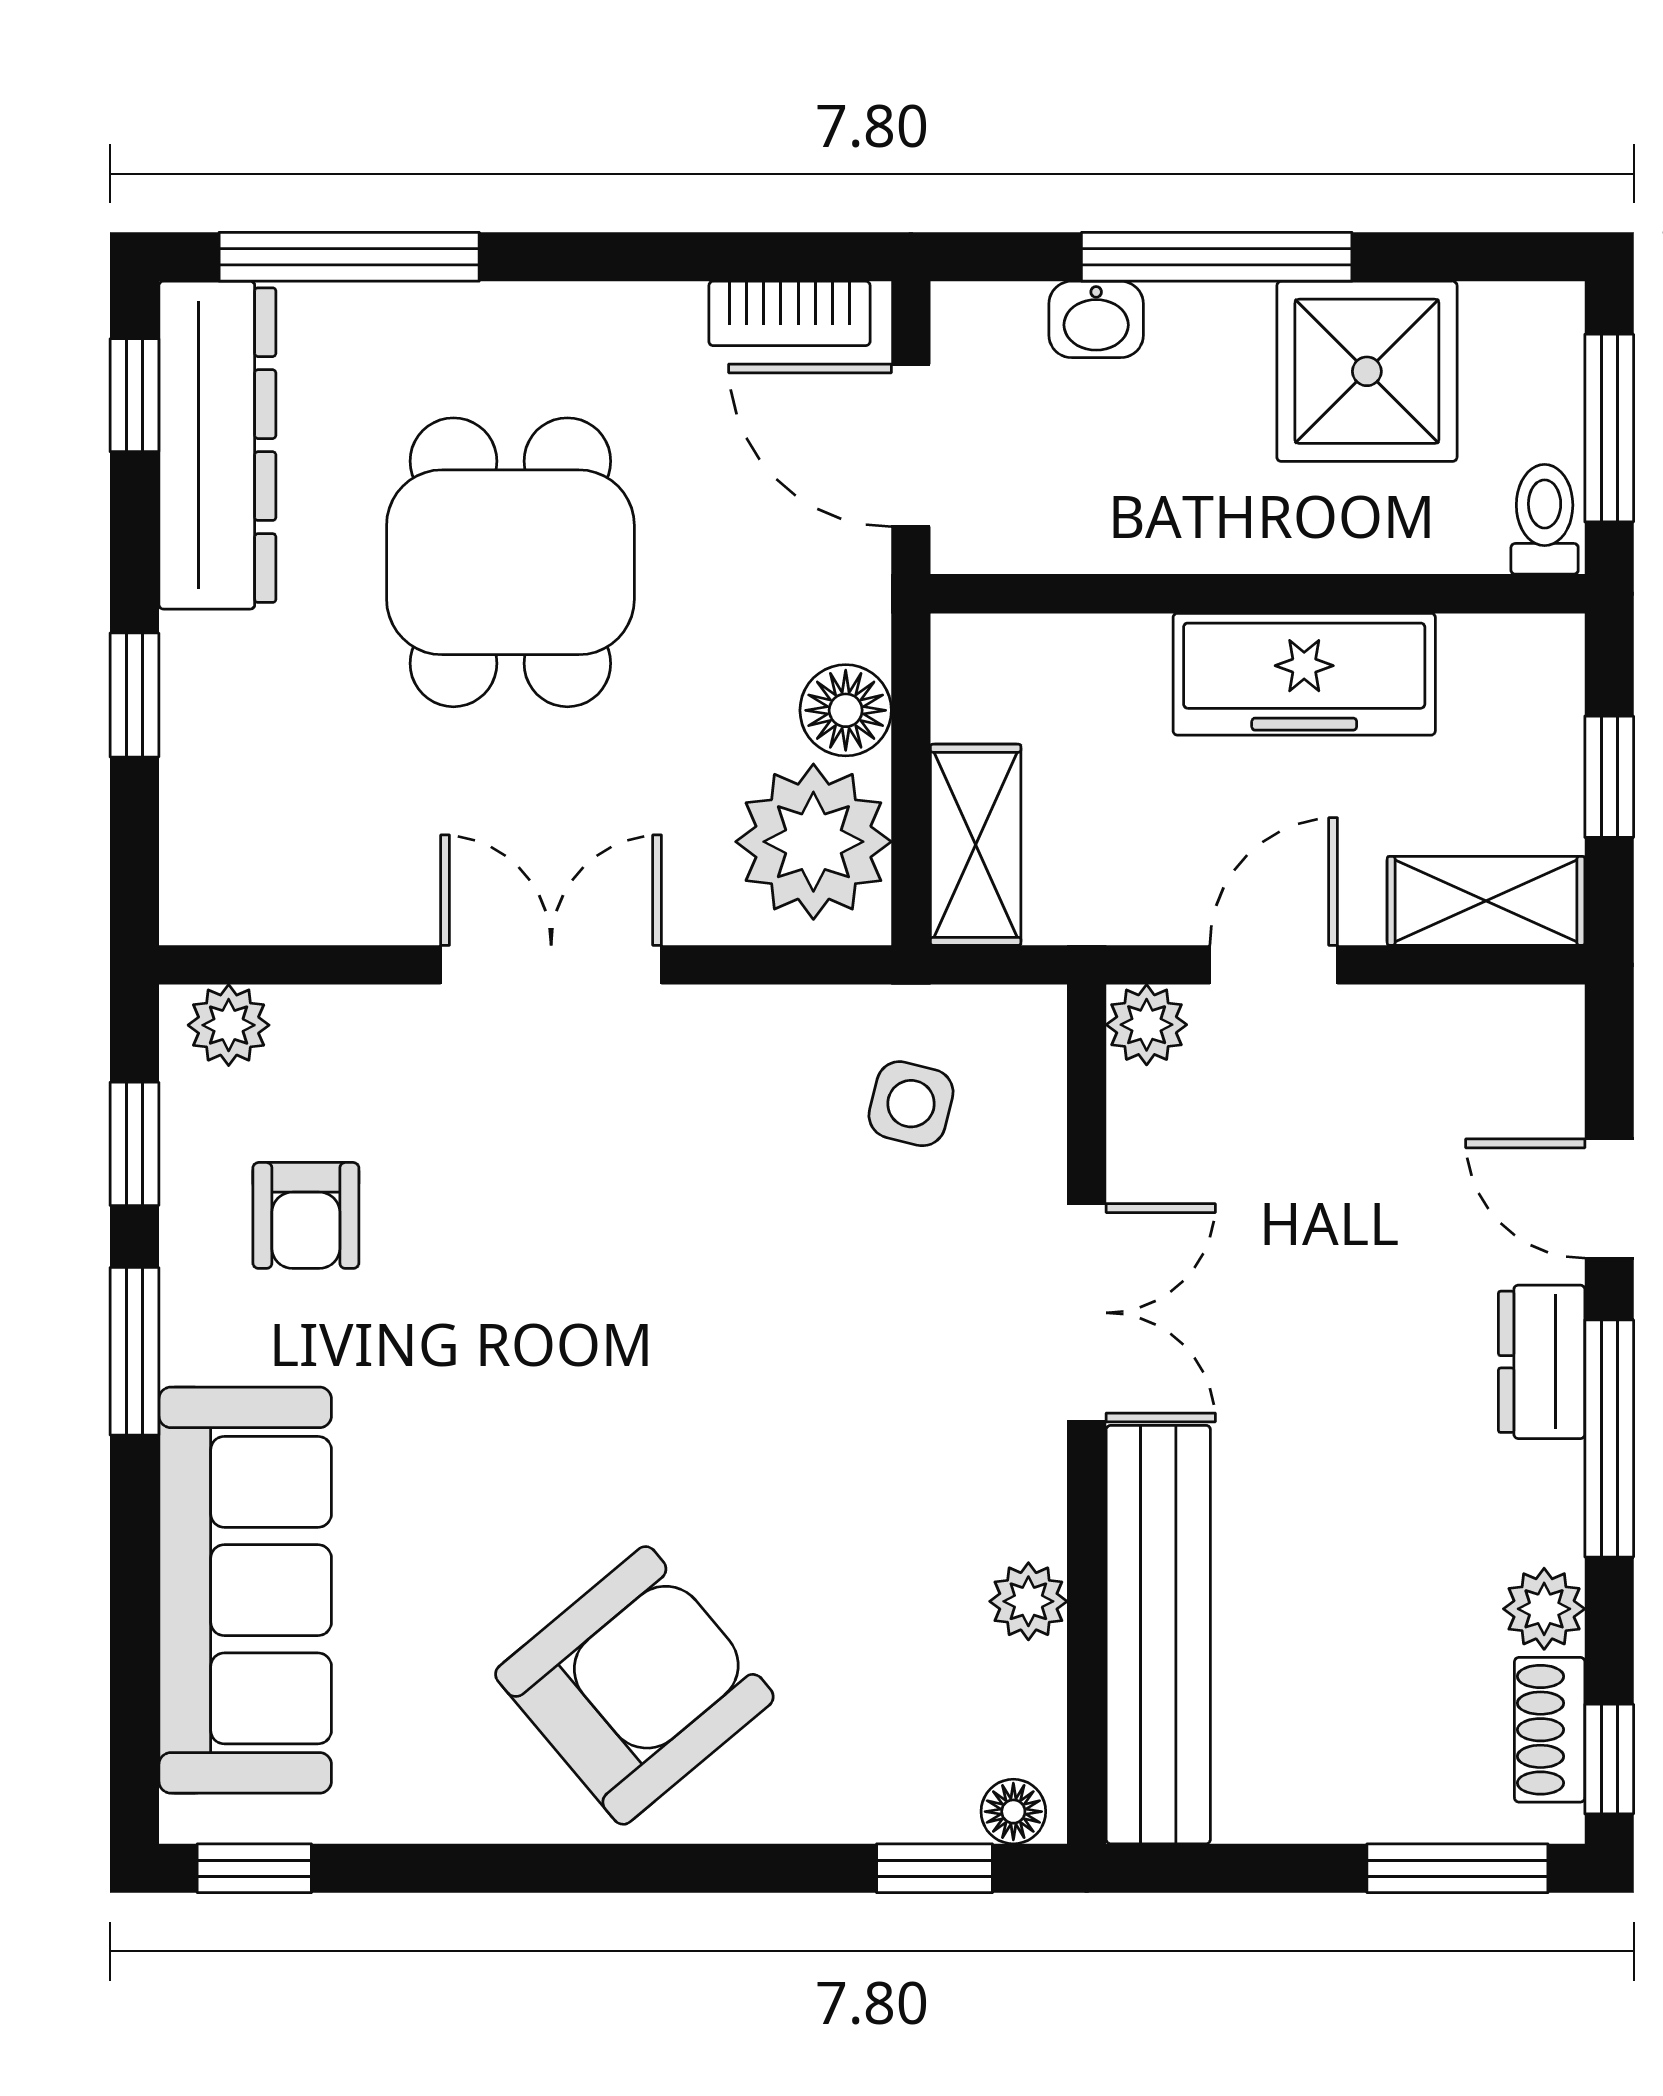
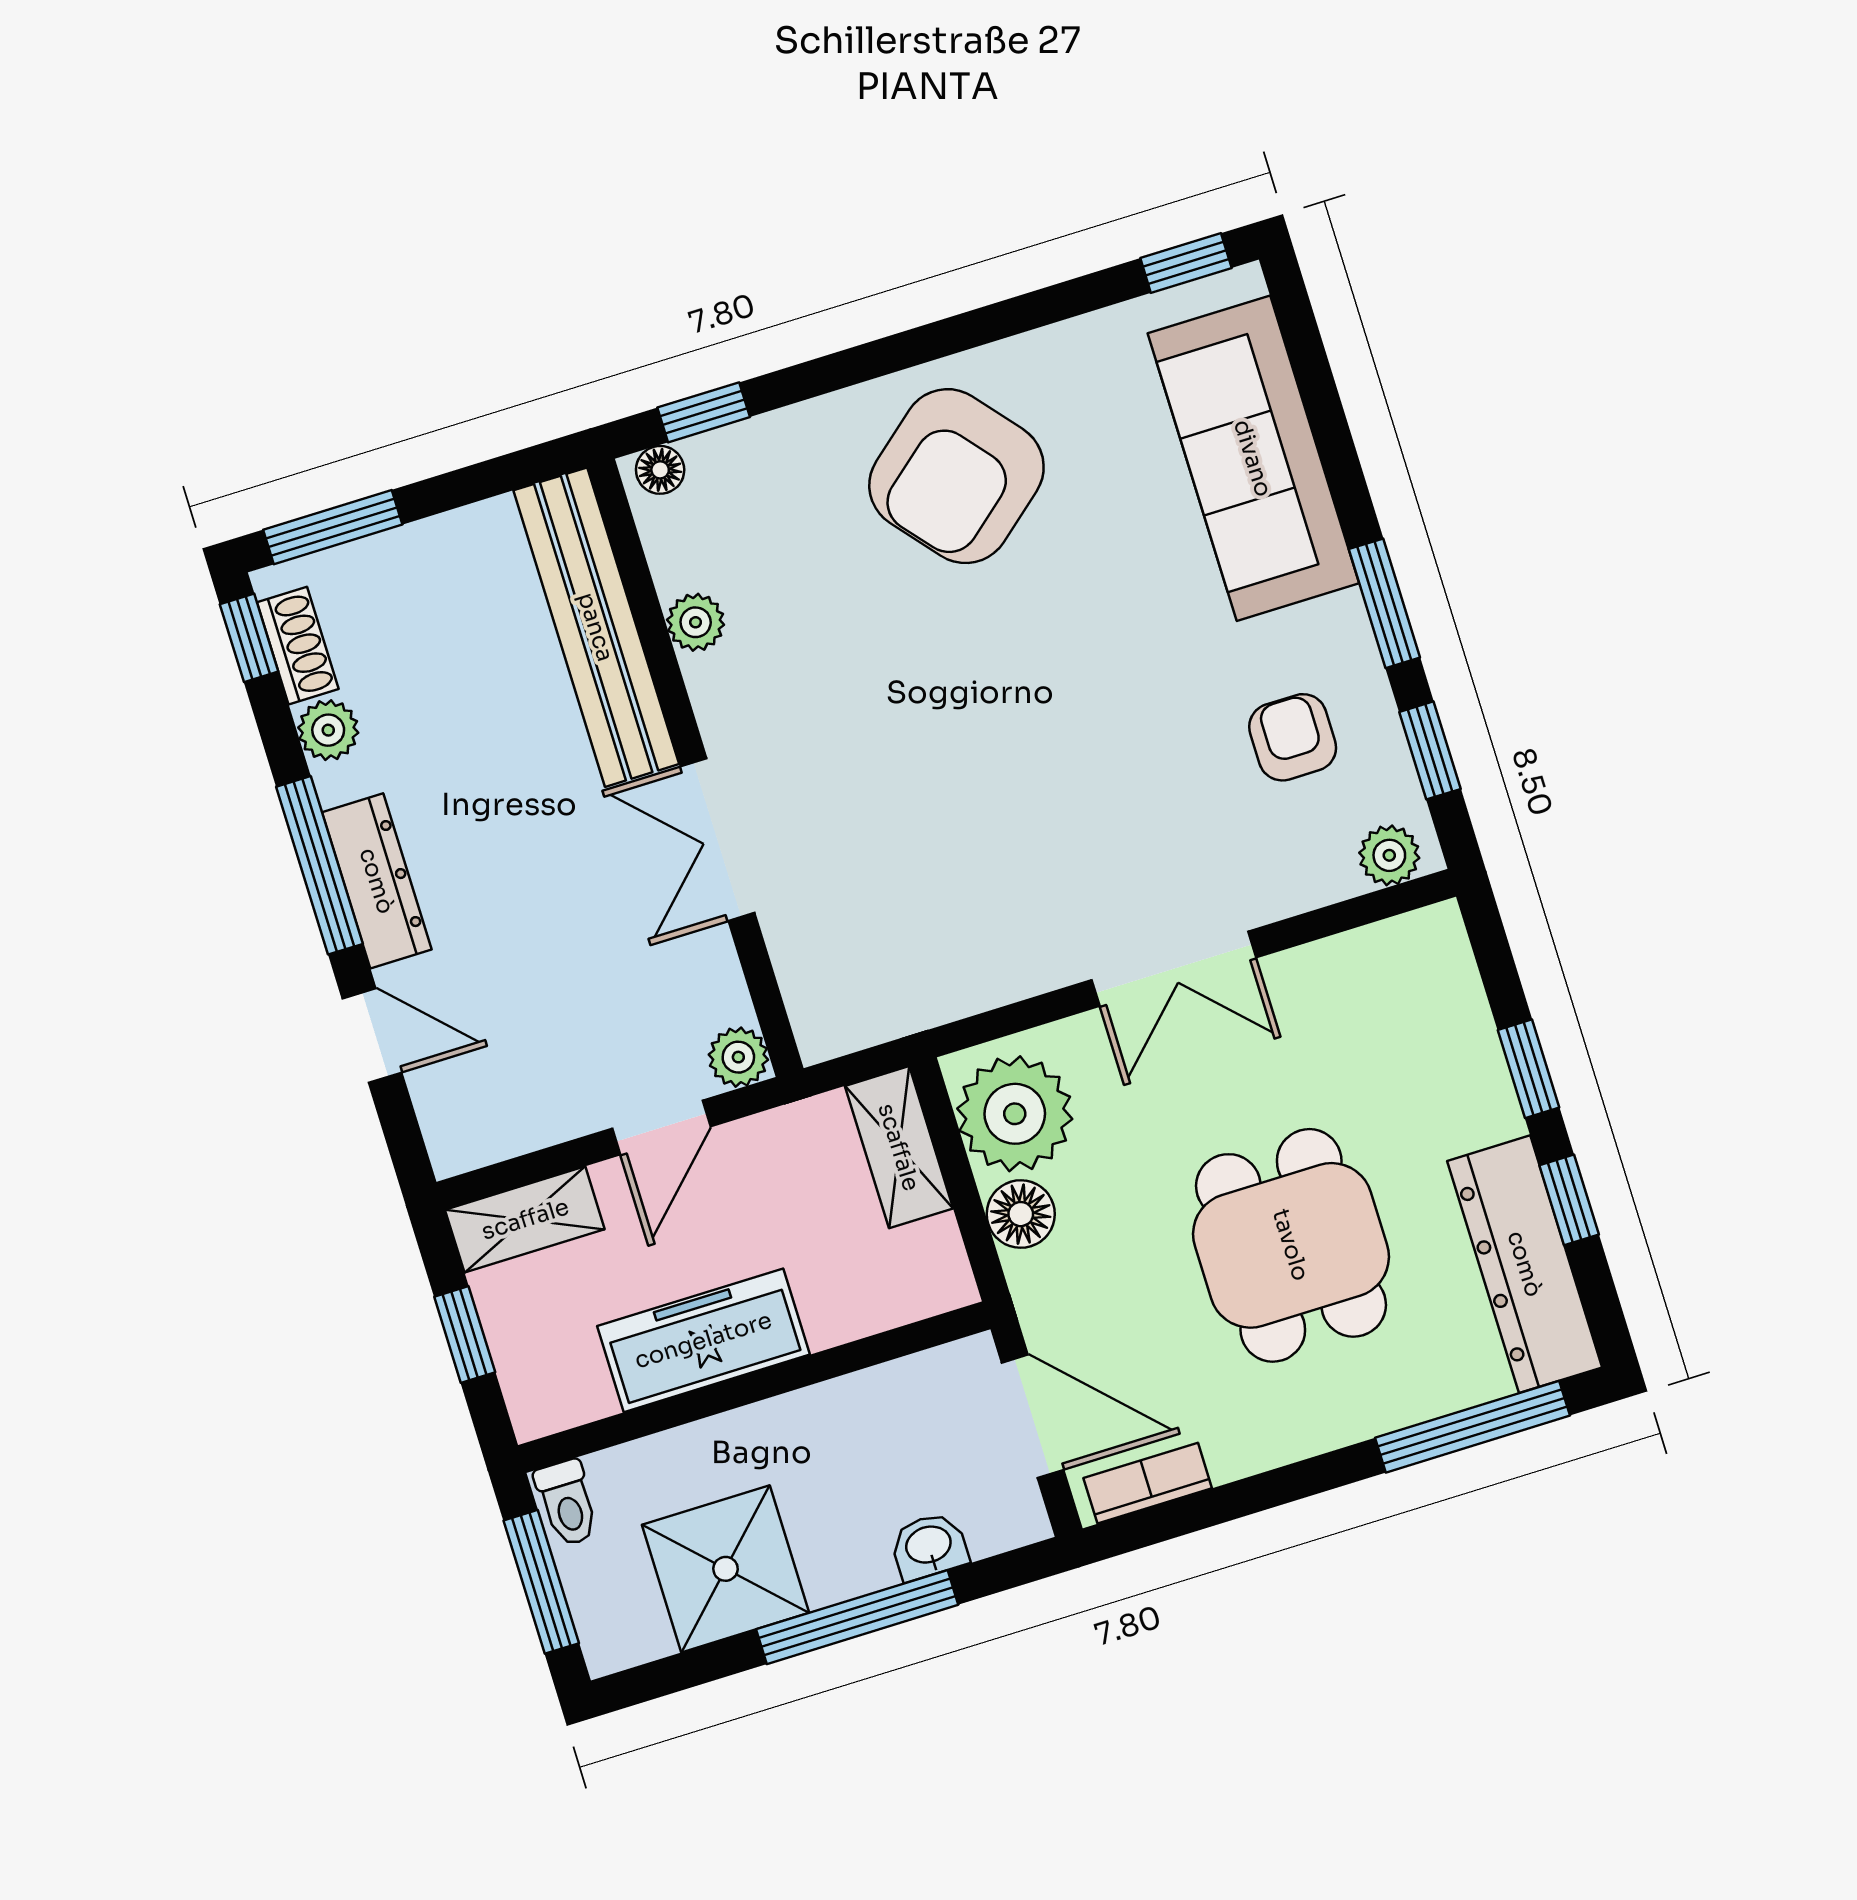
window: (134, 395) -> (1569, 1200), moved
side table: (911, 1104) -> (888, 949), removed
dresser: (1542, 1362) -> (377, 881), width x1.44

